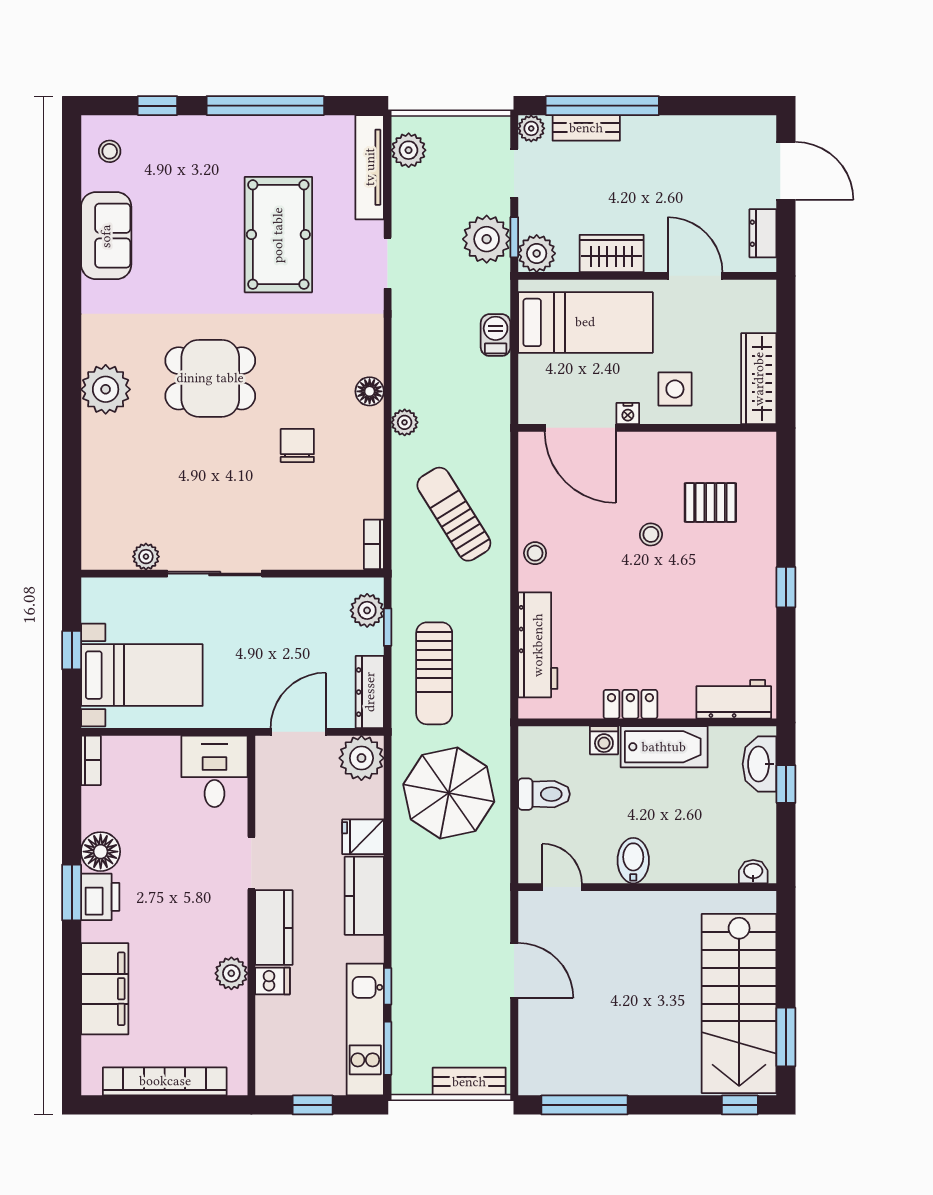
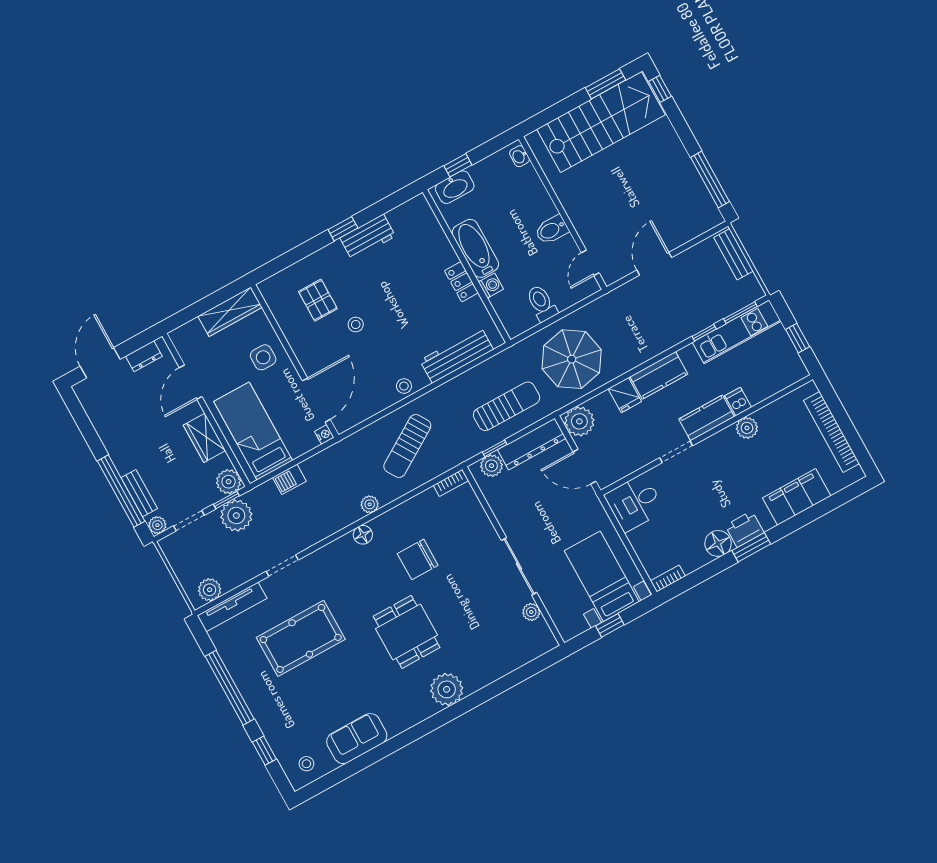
nightstand: (628, 413) -> (324, 434), moved
chair: (297, 446) -> (418, 559), width x1.37, depth x1.37
dresser: (370, 692) -> (532, 444), width x1.37, depth x1.24
workbench: (734, 699) -> (368, 237), moved, turned -90

